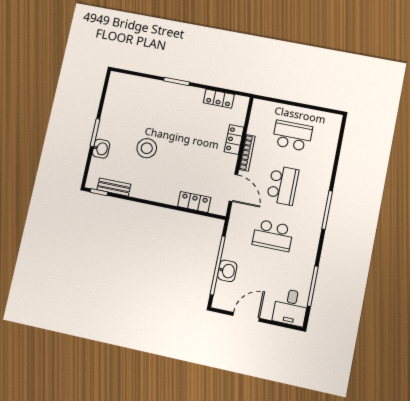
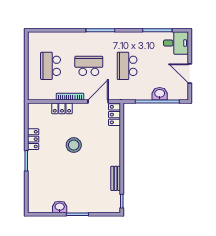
locker: (219, 99) -> (33, 139), moved
stool: (147, 148) -> (74, 145), moved
washbasin: (101, 149) -> (60, 207), moved
bench: (114, 187) -> (116, 178), moved
locker: (194, 202) -> (114, 115), moved
school desk: (273, 235) -> (127, 66), turned 180

